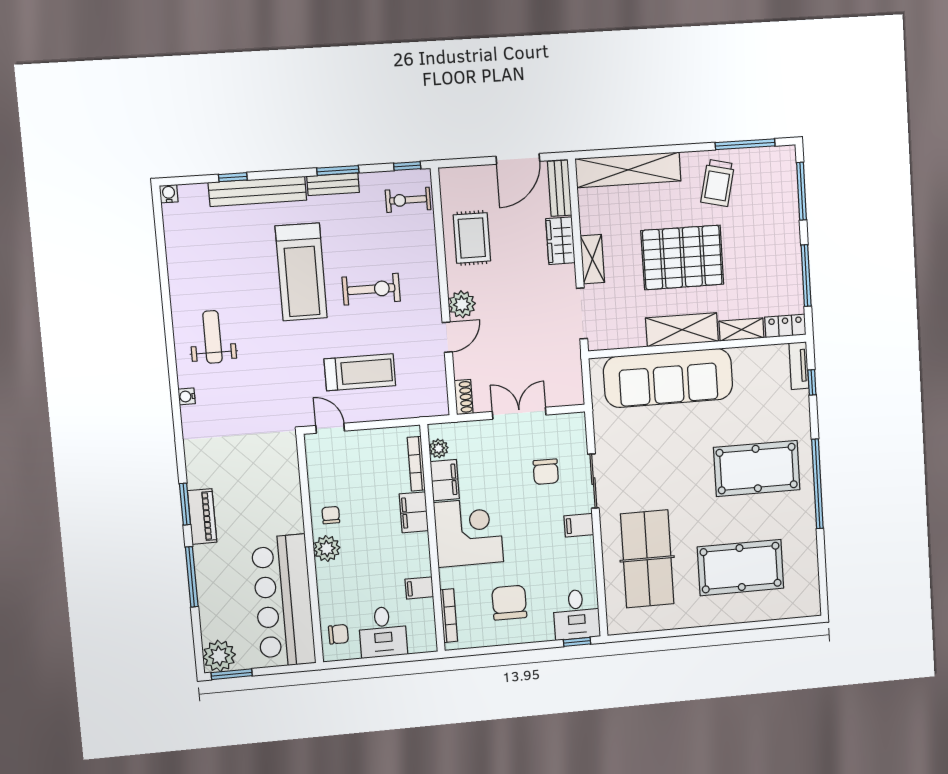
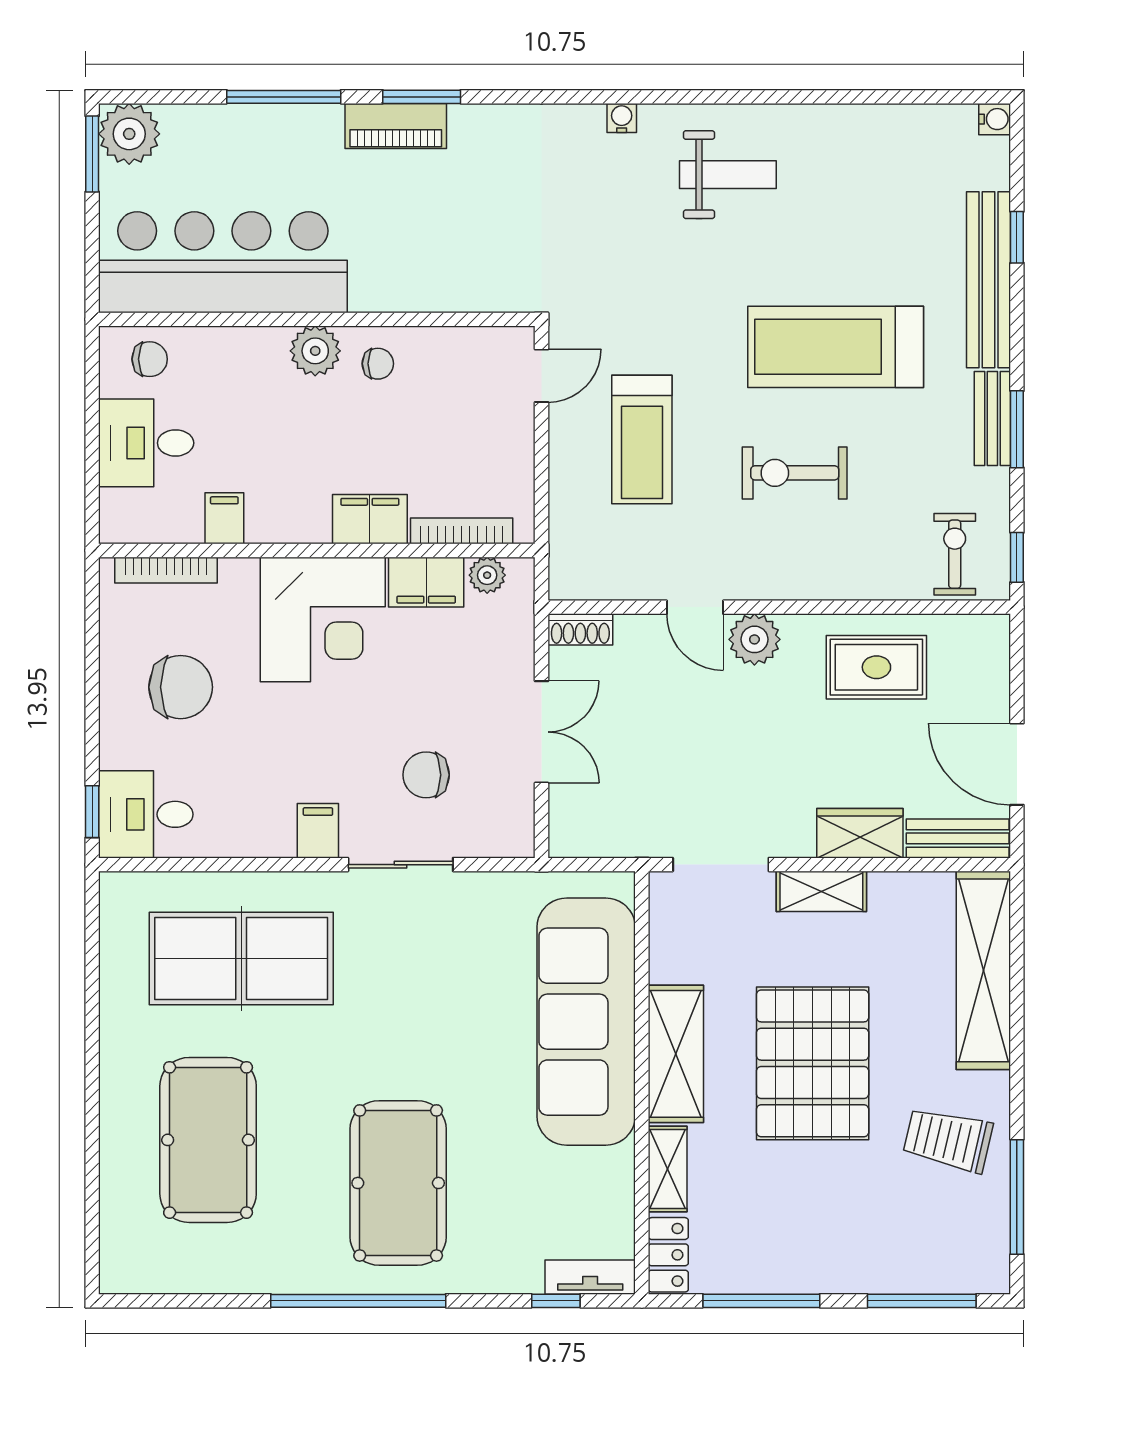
exercise bike: (371, 289) -> (795, 473), turned 90
chair: (338, 634) -> (150, 359), turned -90

